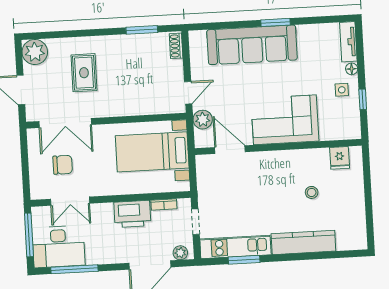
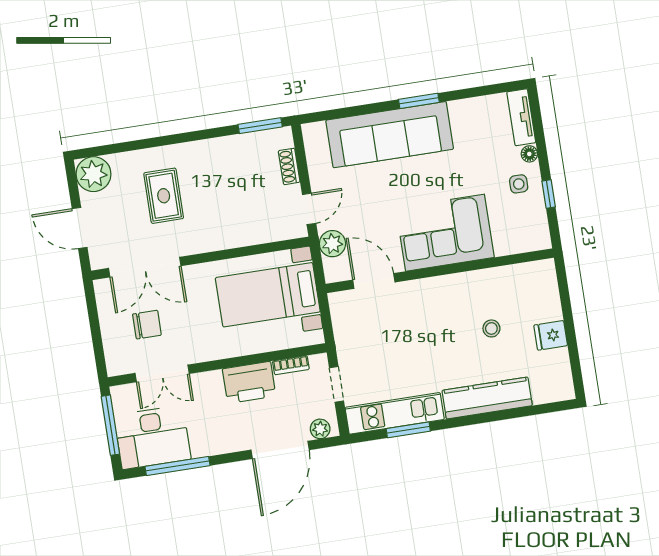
window: (142, 30) -> (260, 126), moved
shoe rack: (176, 46) -> (289, 166), moved
fridge: (340, 158) -> (551, 335), moved, turned 90

